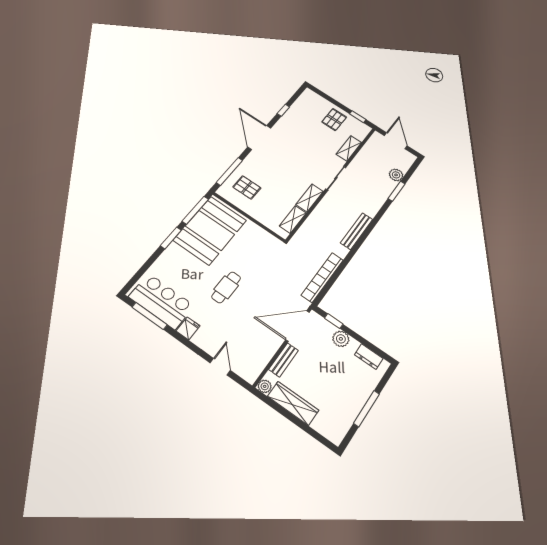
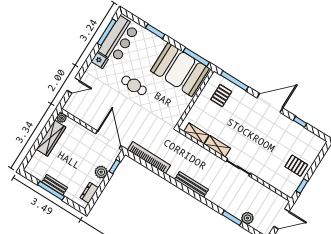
shelving: (349, 148) -> (269, 178), removed
window: (171, 238) -> (155, 31), moved
bench: (284, 360) -> (55, 185), moved

